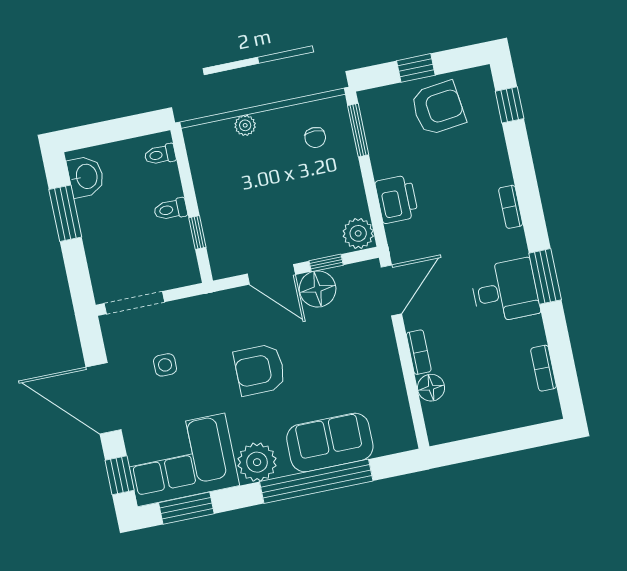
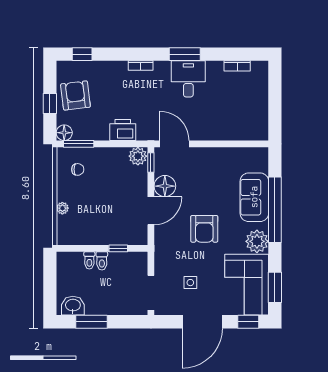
toilet: (160, 155) -> (89, 260), moved
window: (326, 263) -> (151, 162), moved
bookcase: (419, 352) -> (213, 136), removed
floor lamp: (431, 388) -> (64, 133), moved

